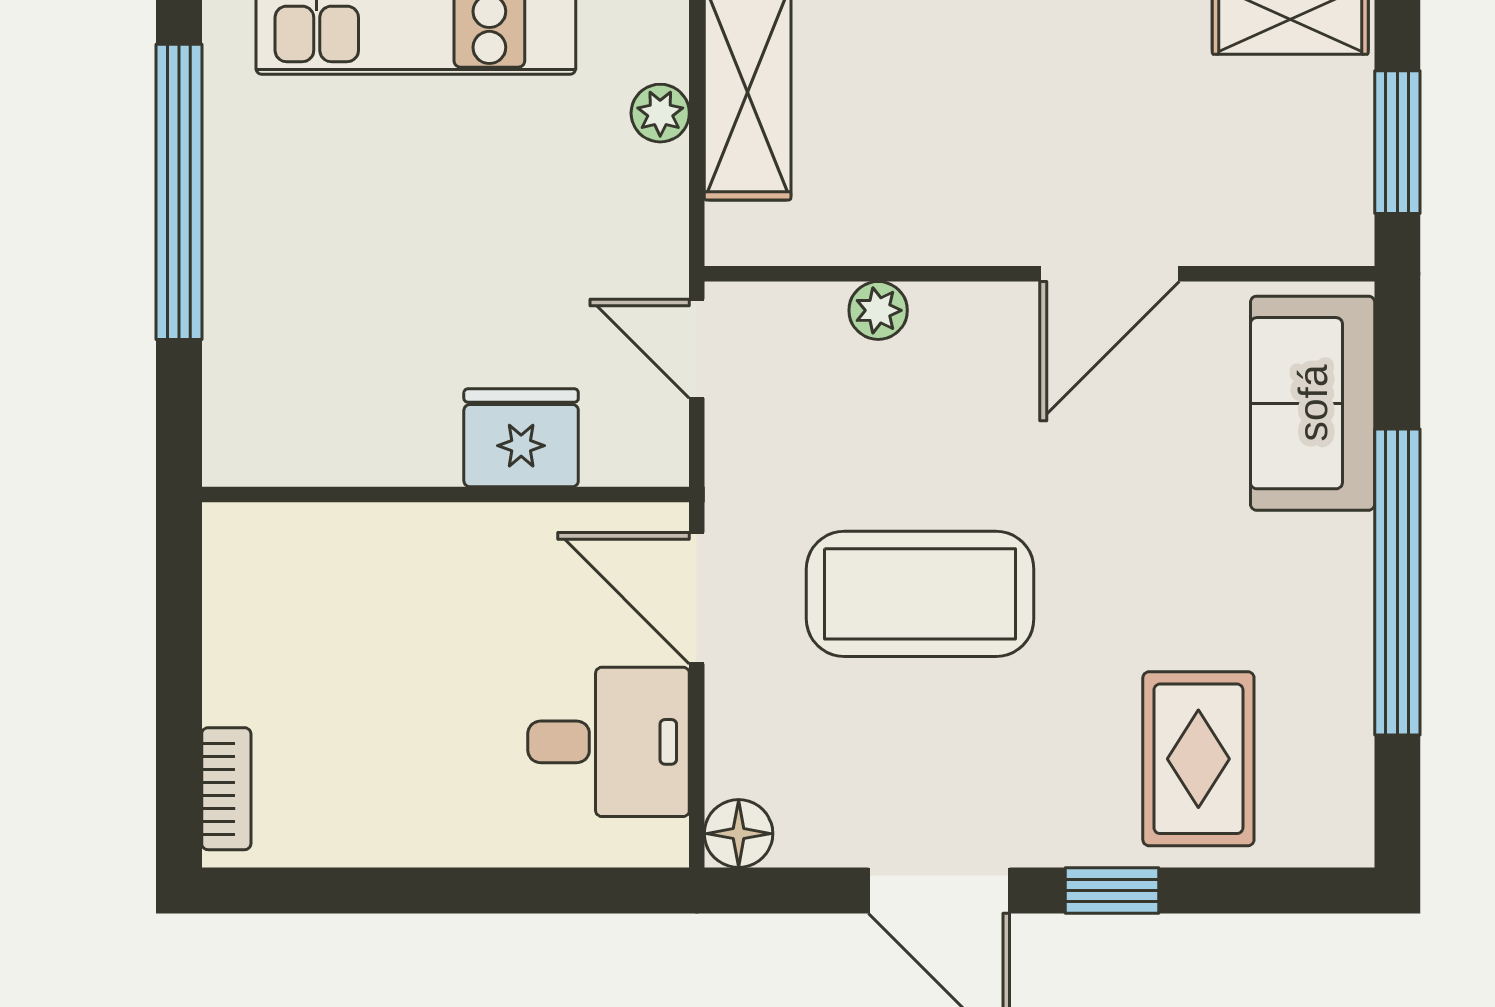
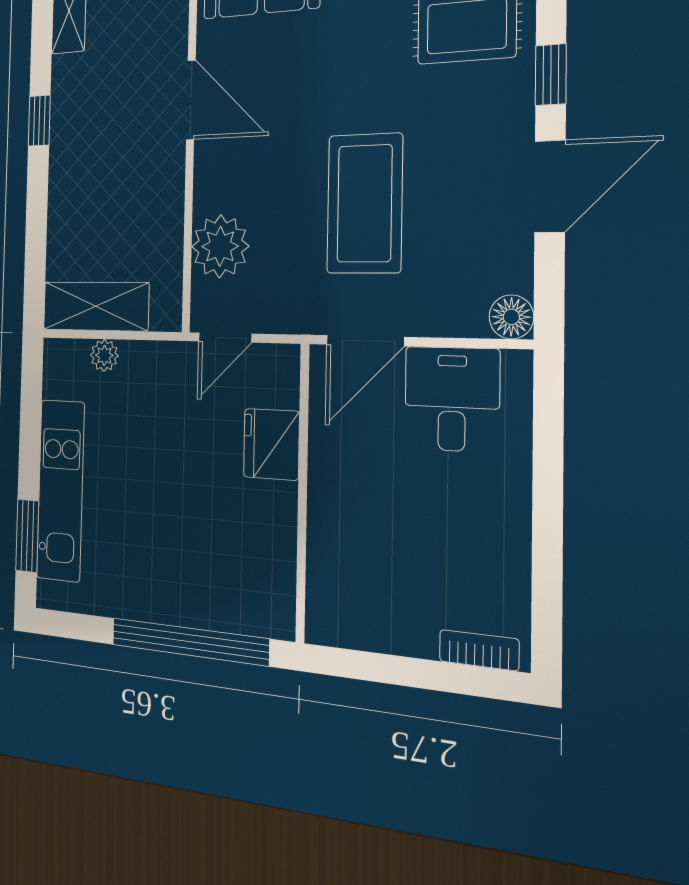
window: (179, 192) -> (189, 642), moved
plant: (878, 310) -> (220, 246), width x1.87, depth x1.87

